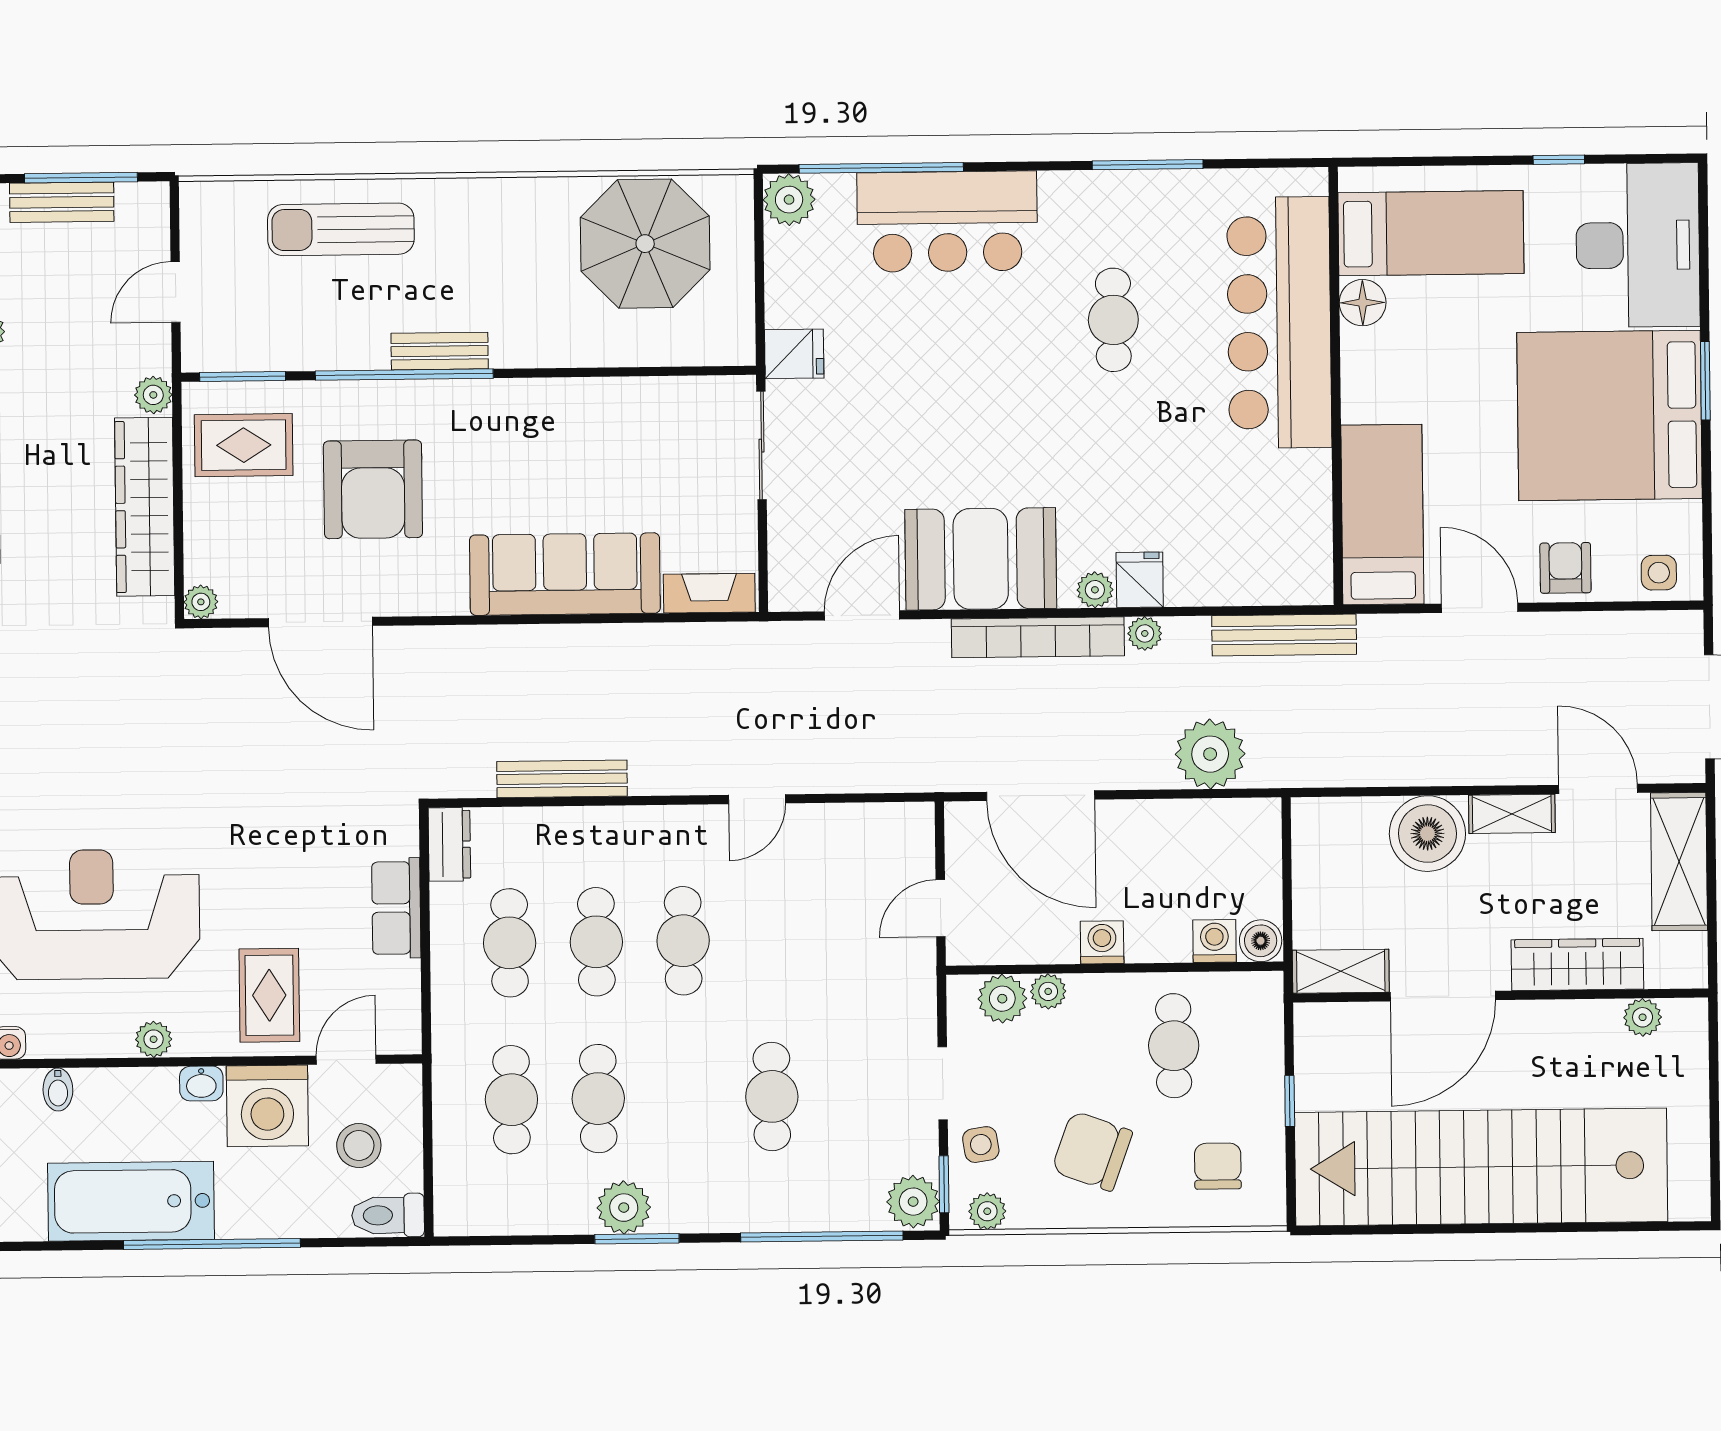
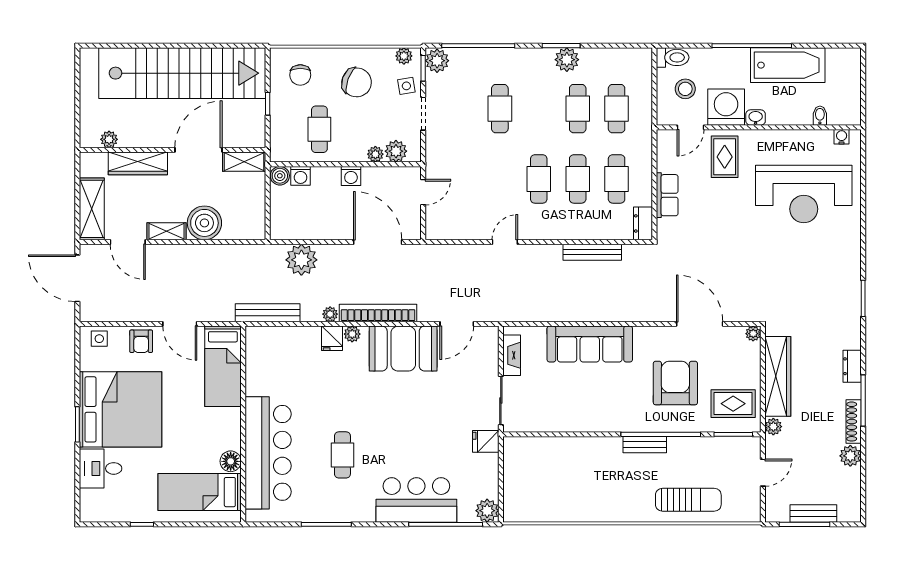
parasol: (645, 244) -> (552, 492), removed
desk: (1638, 245) -> (101, 468), width x0.53, depth x0.77
fireplace: (709, 593) -> (512, 355), moved, turned -90
plant: (154, 1039) -> (777, 138), removed

